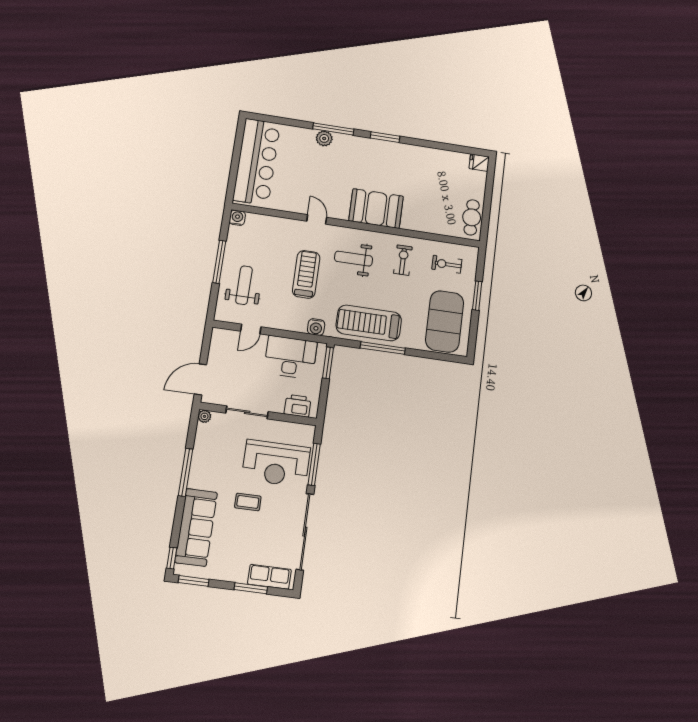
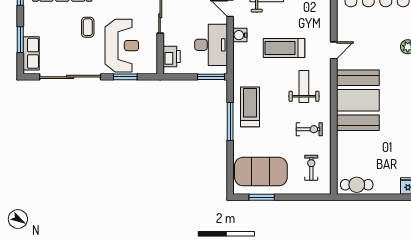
booth: (376, 209) -> (358, 100), width x1.36, depth x1.42
treadmill: (306, 274) -> (284, 48), turned 180
window: (477, 296) -> (262, 197), moved
treadmill: (369, 323) -> (250, 107), width x0.73, depth x0.73
water cooler: (316, 327) -> (240, 35), moved
reception desk: (276, 463) -> (122, 46), turned 180
window: (314, 464) -> (125, 77), width x0.69

